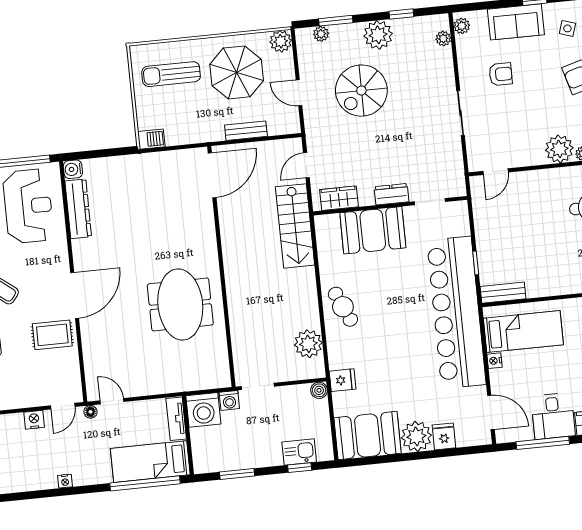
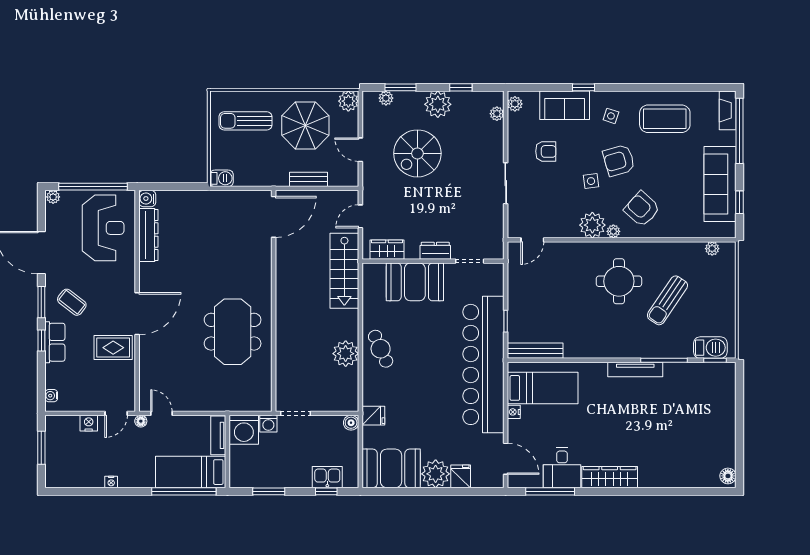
side table: (553, 101) -> (591, 181), added
bench: (503, 293) -> (535, 351), width x1.36
plant: (308, 344) -> (346, 354), moved

